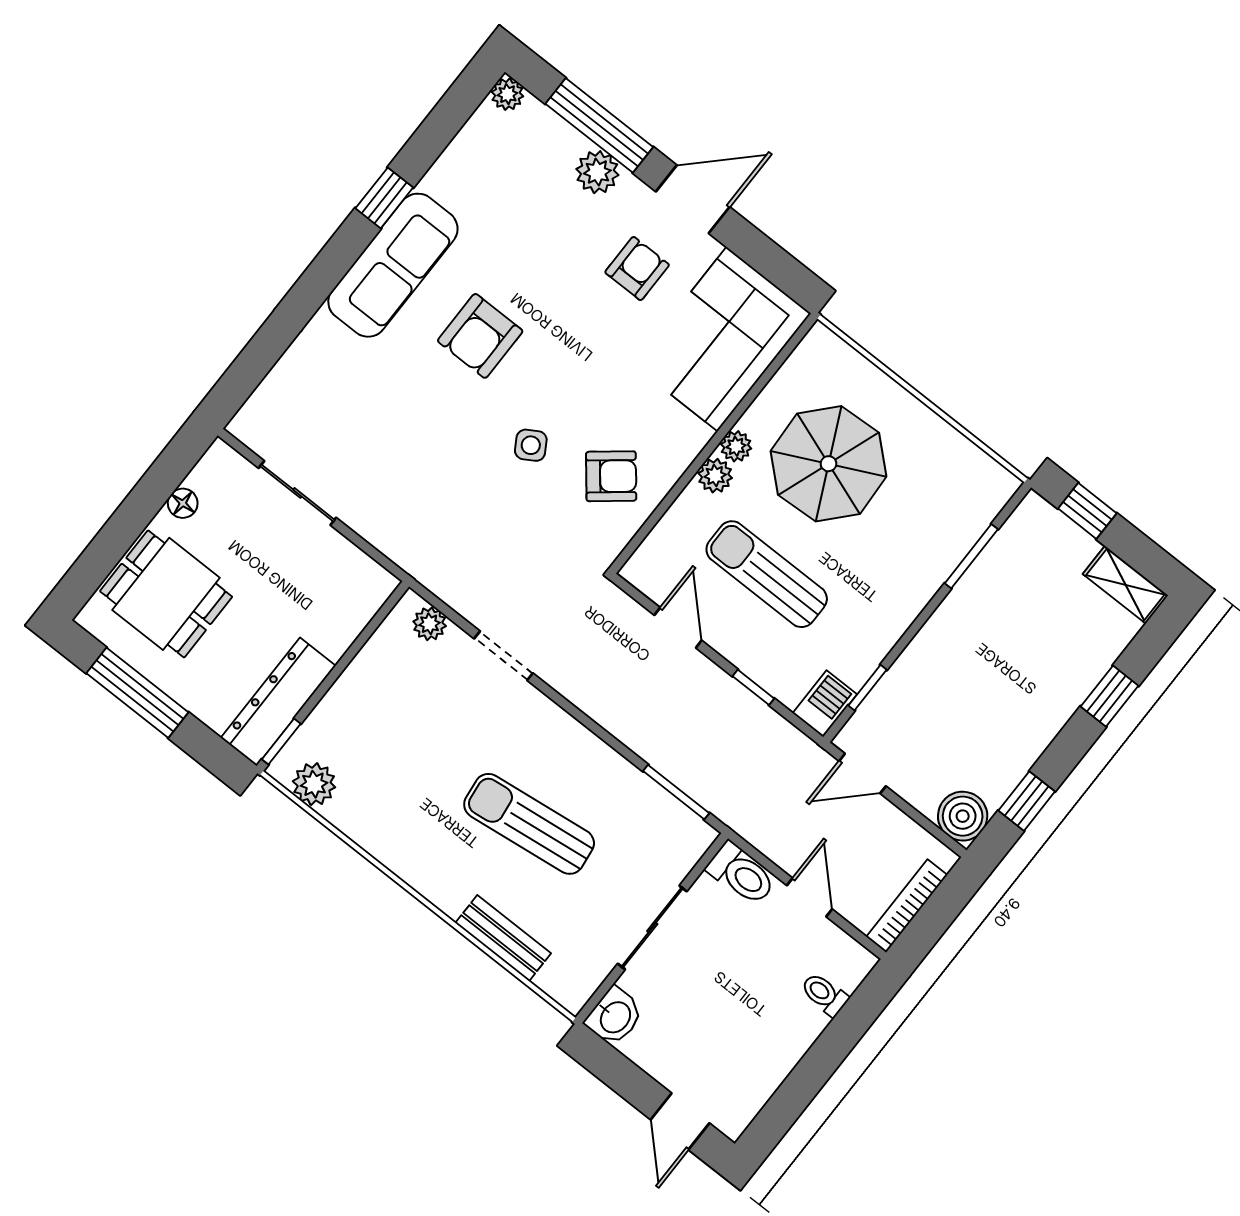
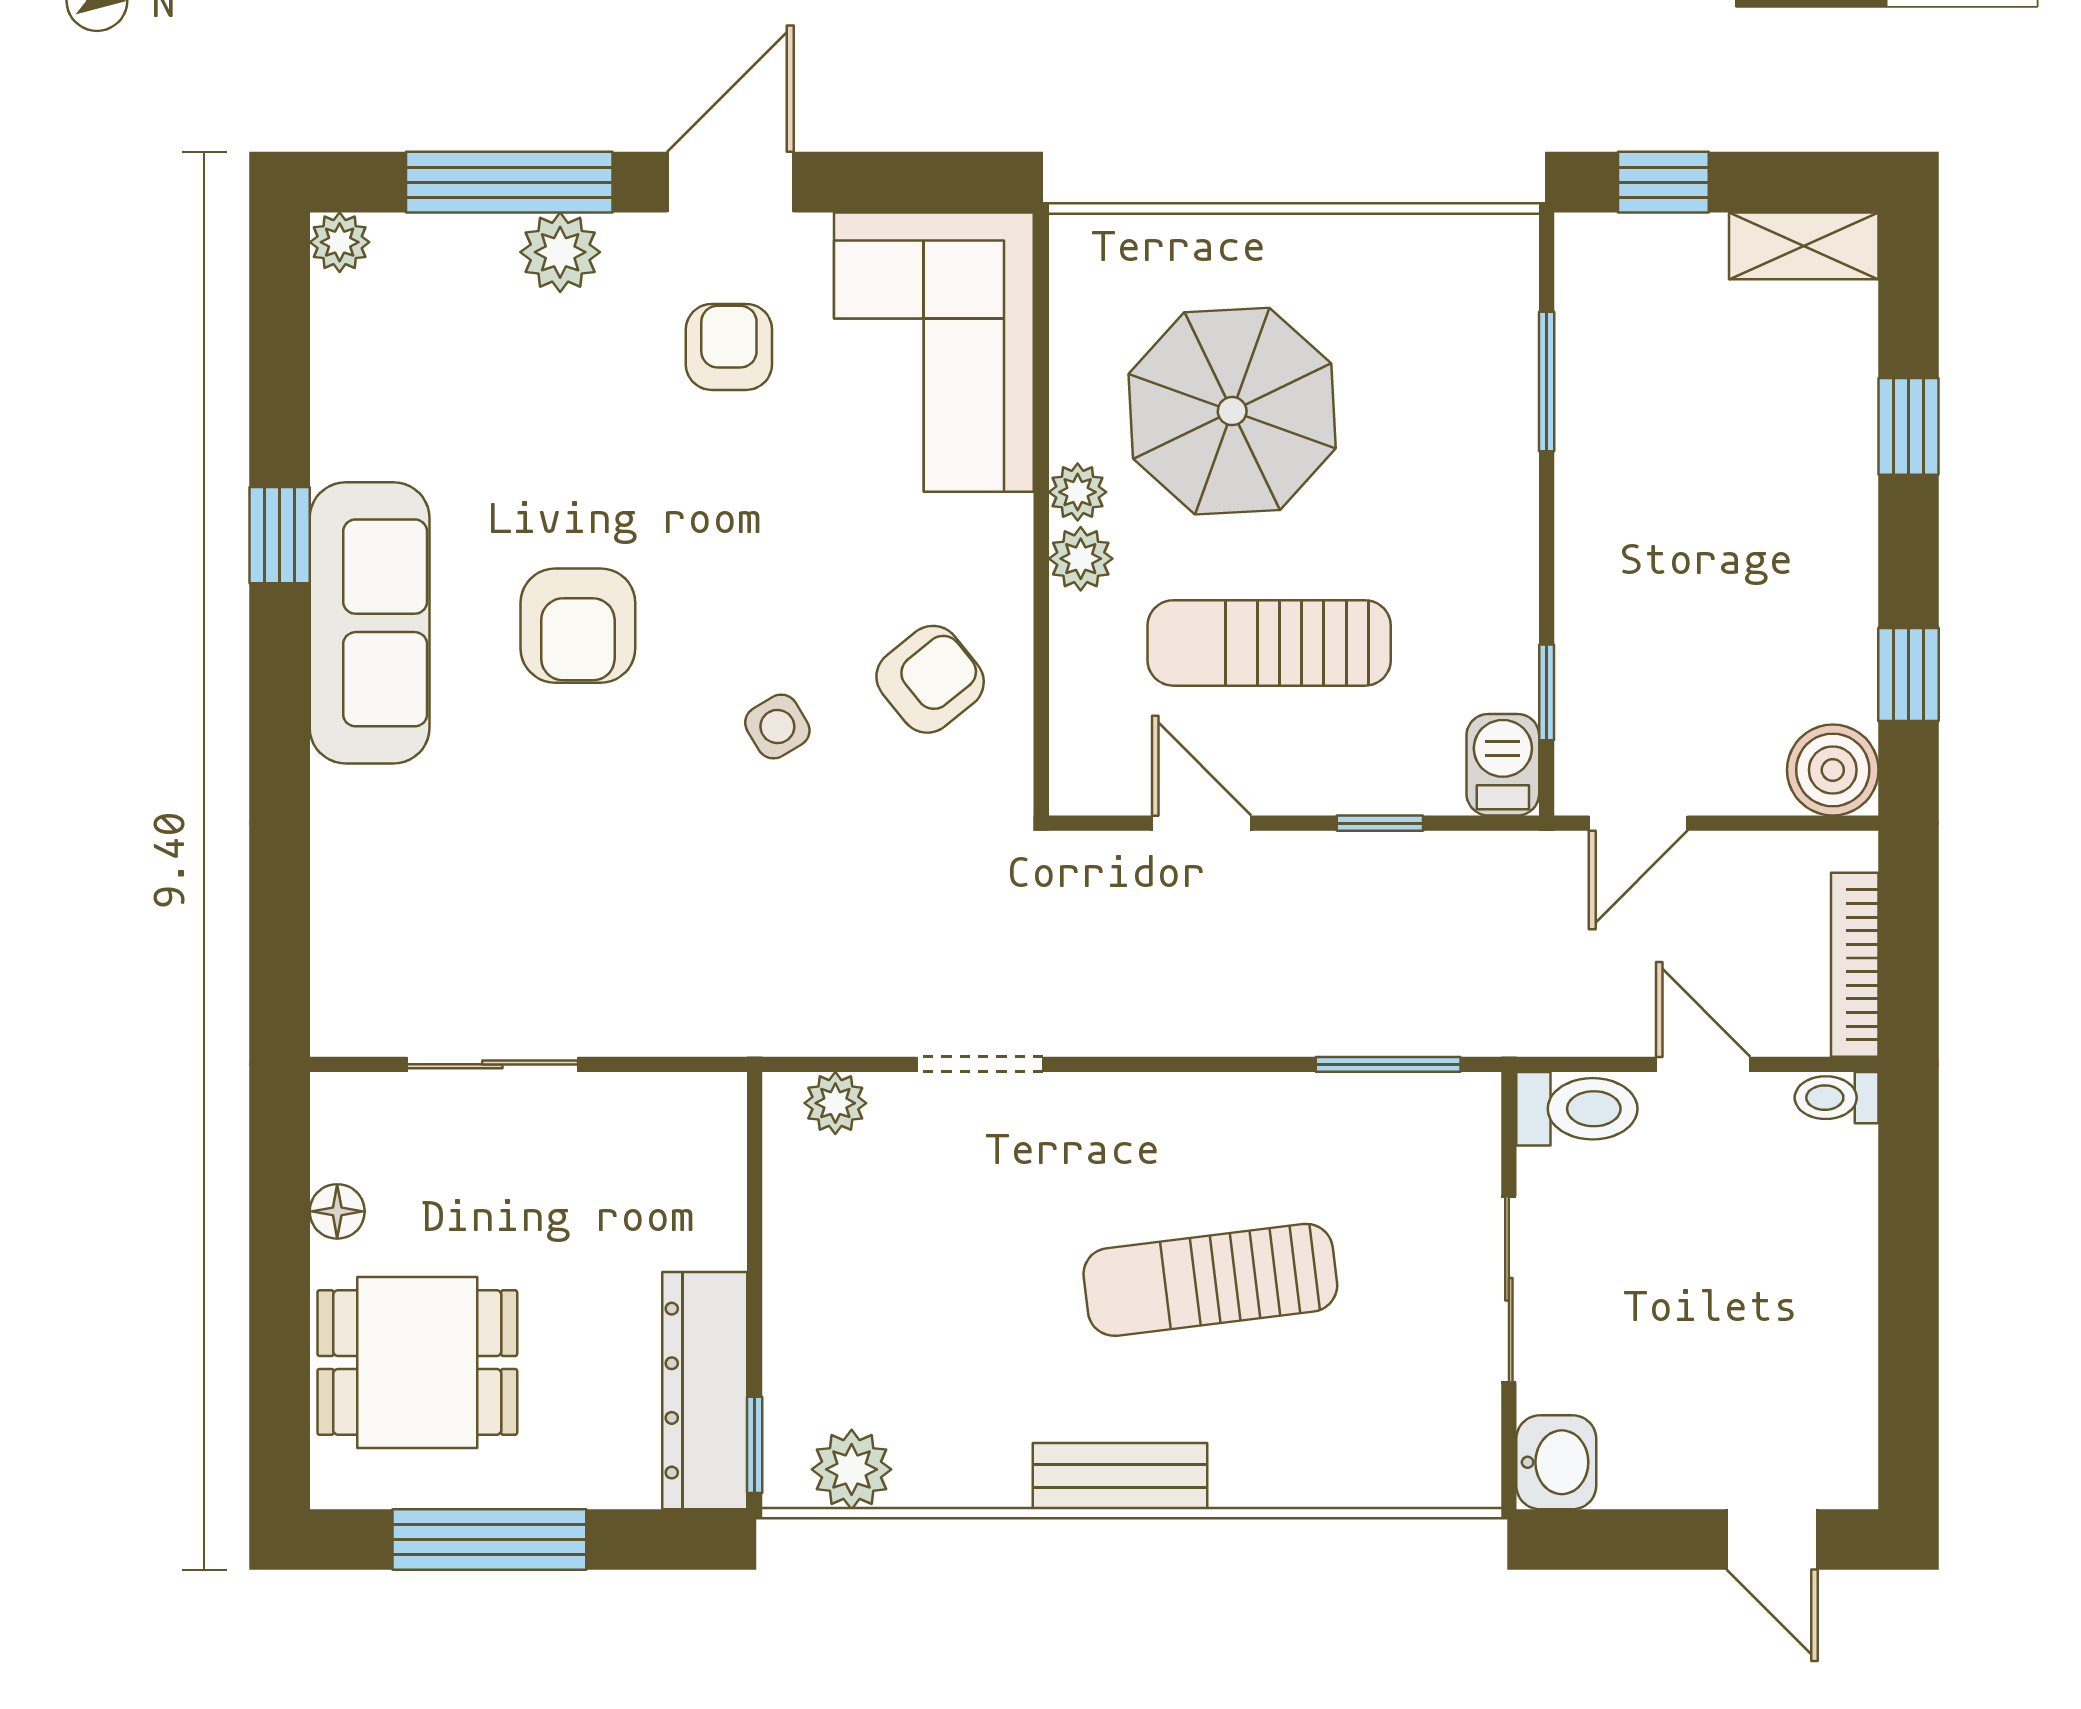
bench: (503, 938) -> (1120, 1476), moved
toilet: (824, 994) -> (1837, 1098), moved

